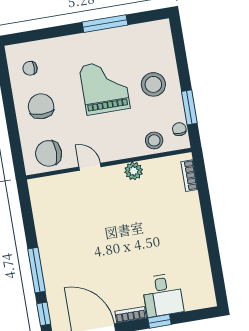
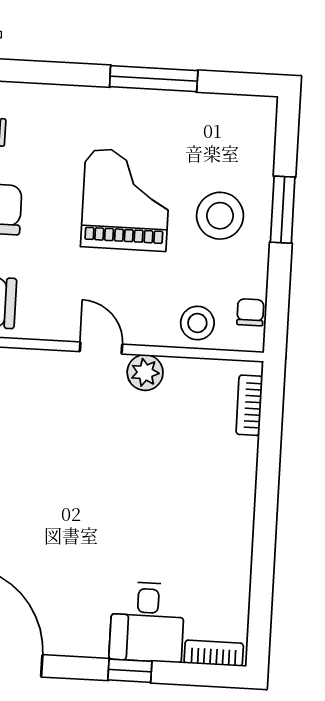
window: (189, 107) -> (283, 210), moved
door: (90, 167) -> (101, 348), moved
bookcase: (131, 315) -> (214, 653), moved

